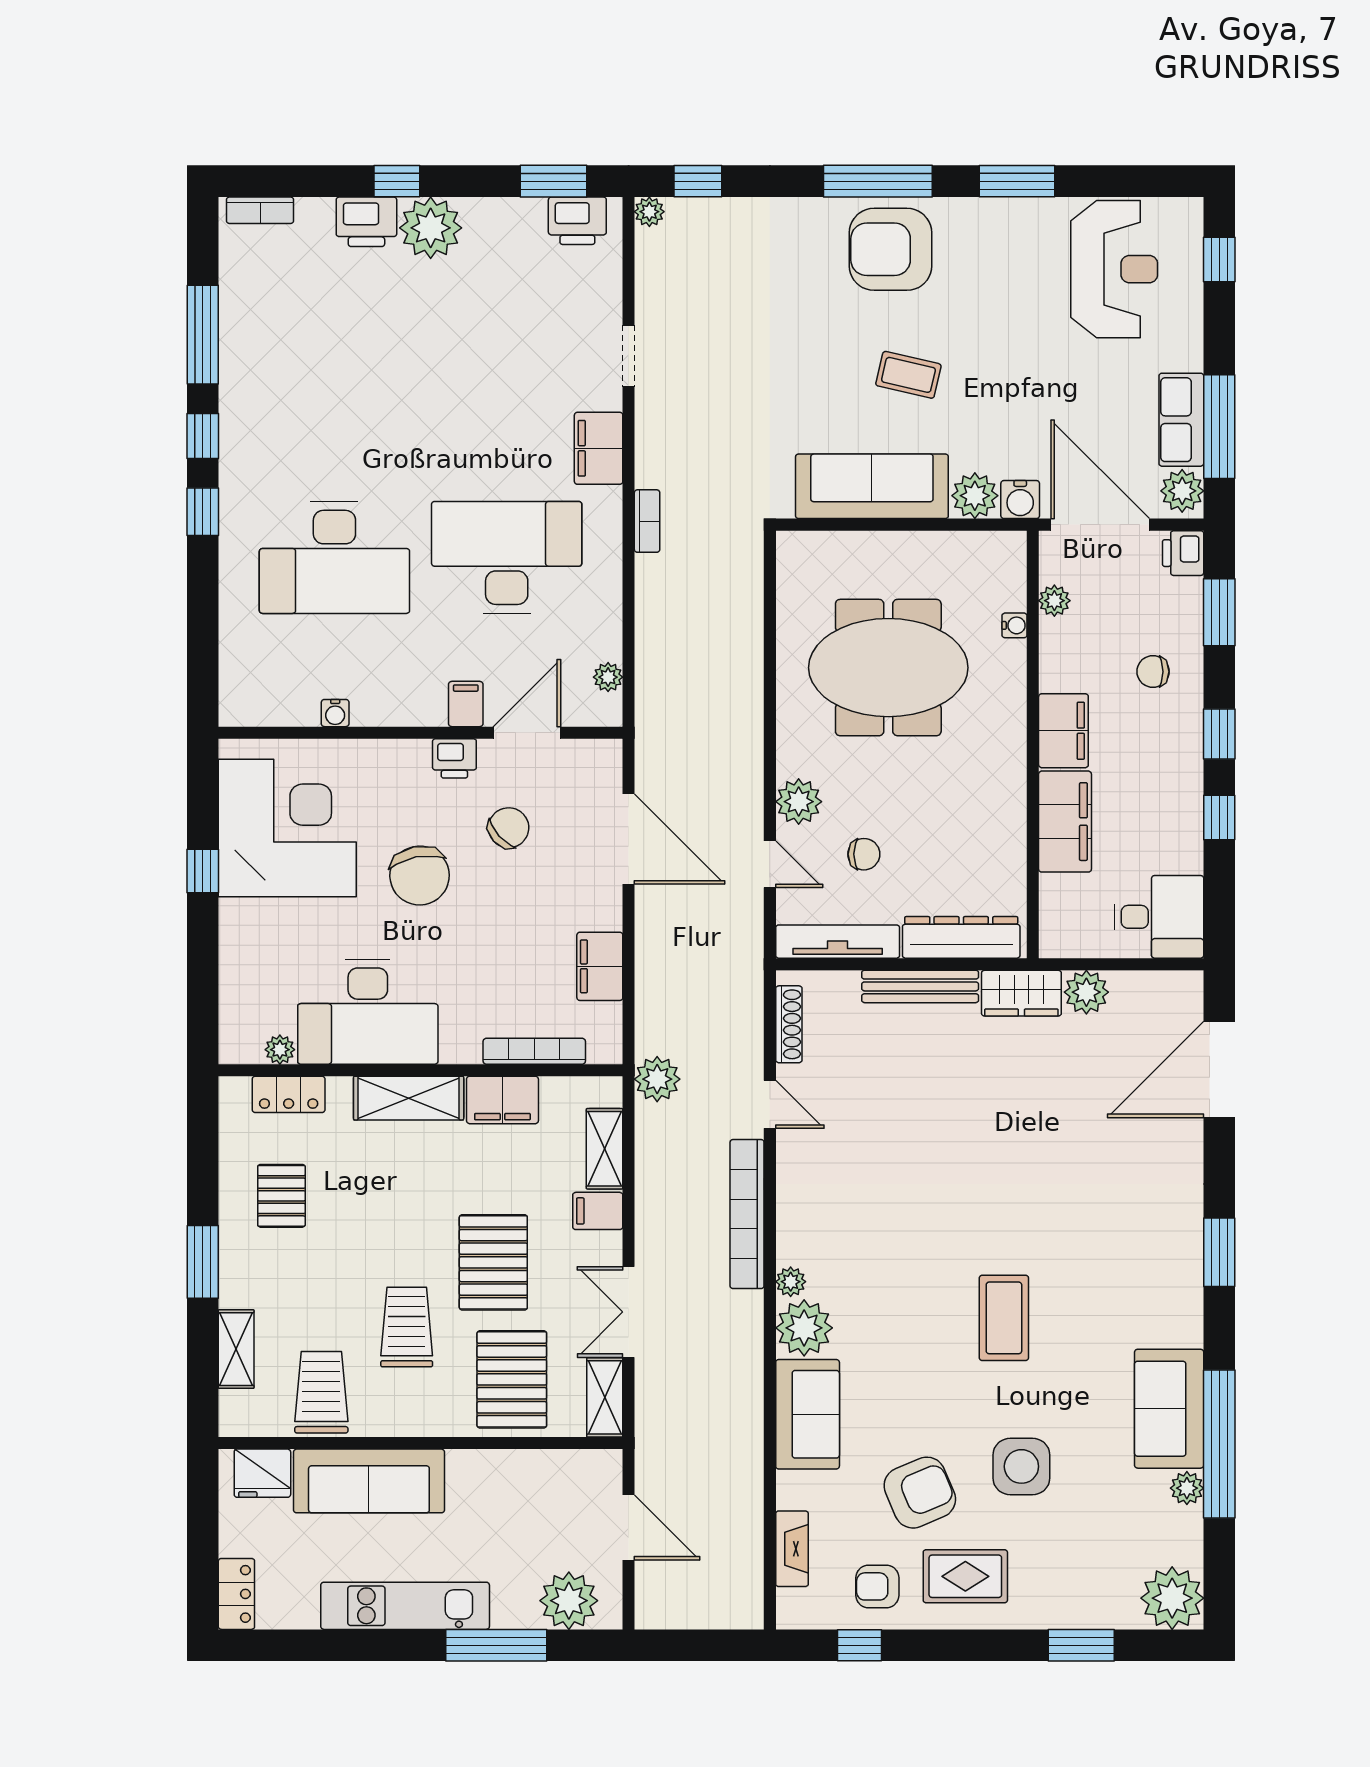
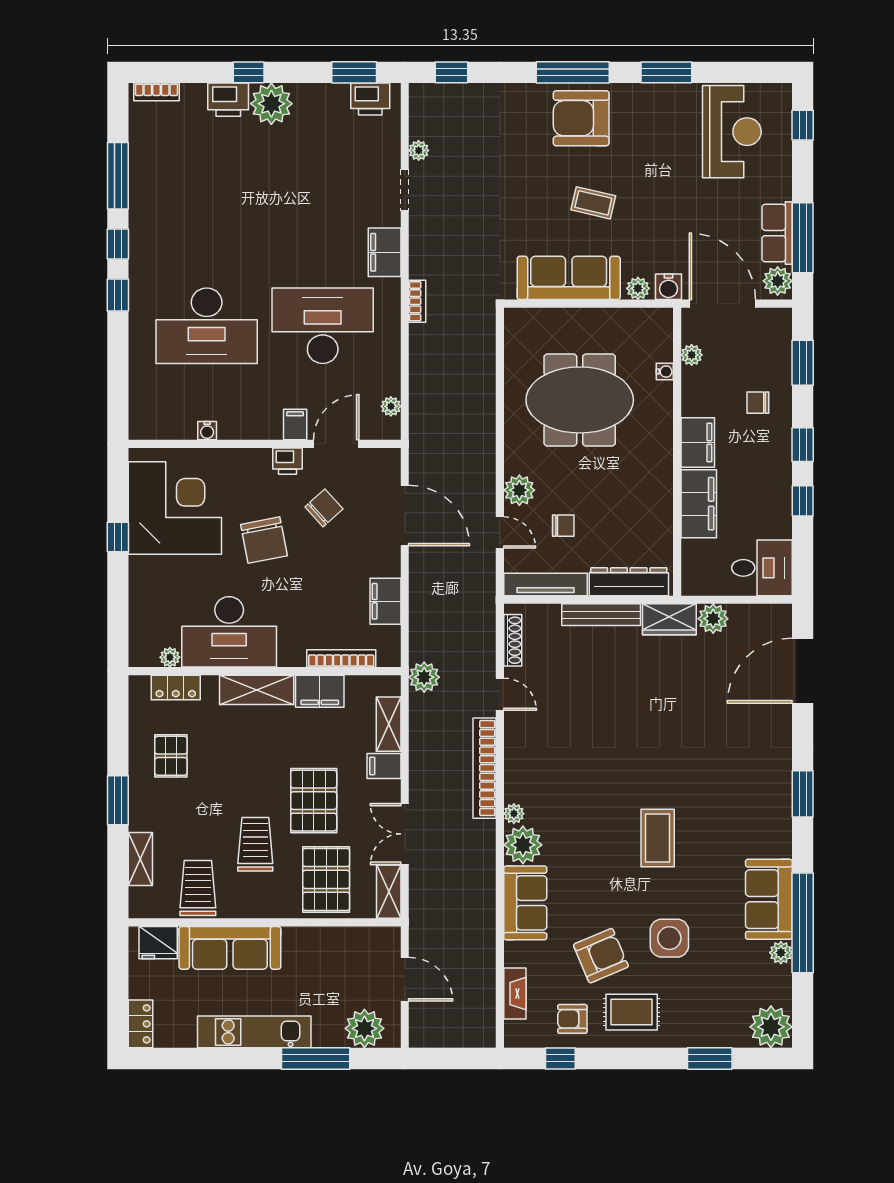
plant: (649, 212) -> (419, 150), moved
plant: (975, 496) -> (638, 288), width x0.73, depth x0.73
printer: (1183, 553) -> (778, 323), removed

